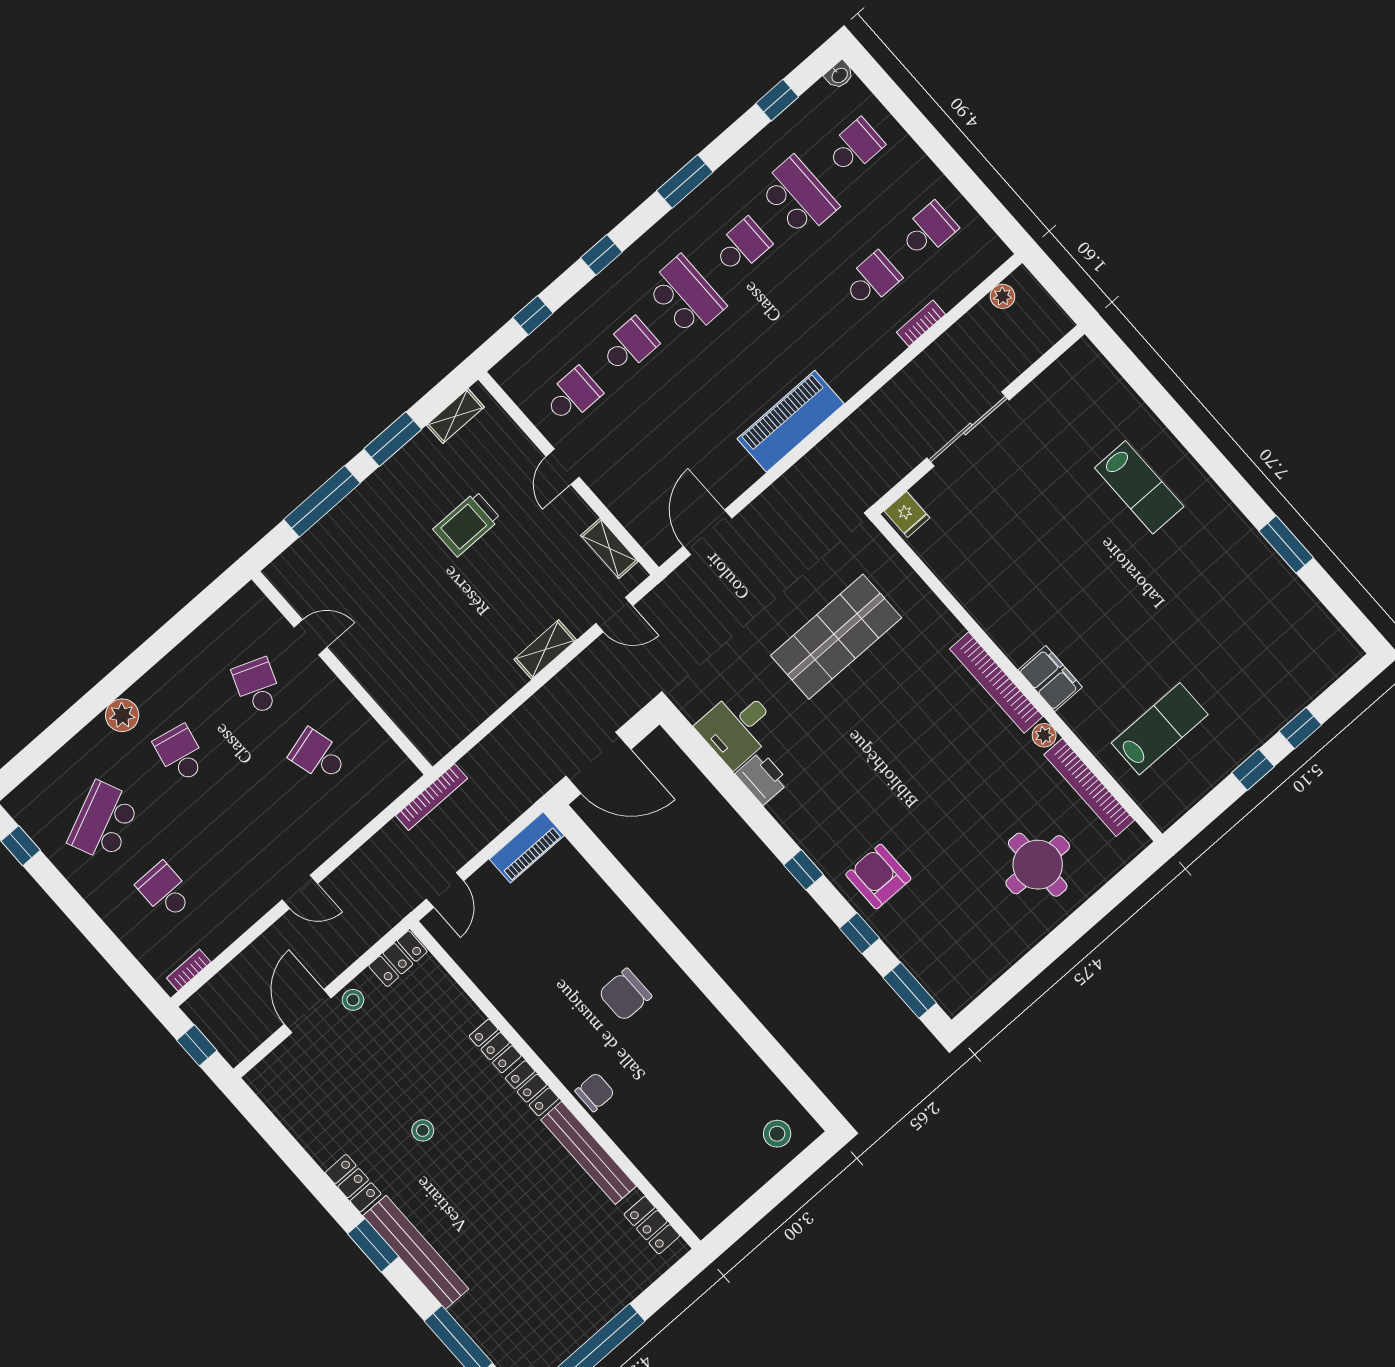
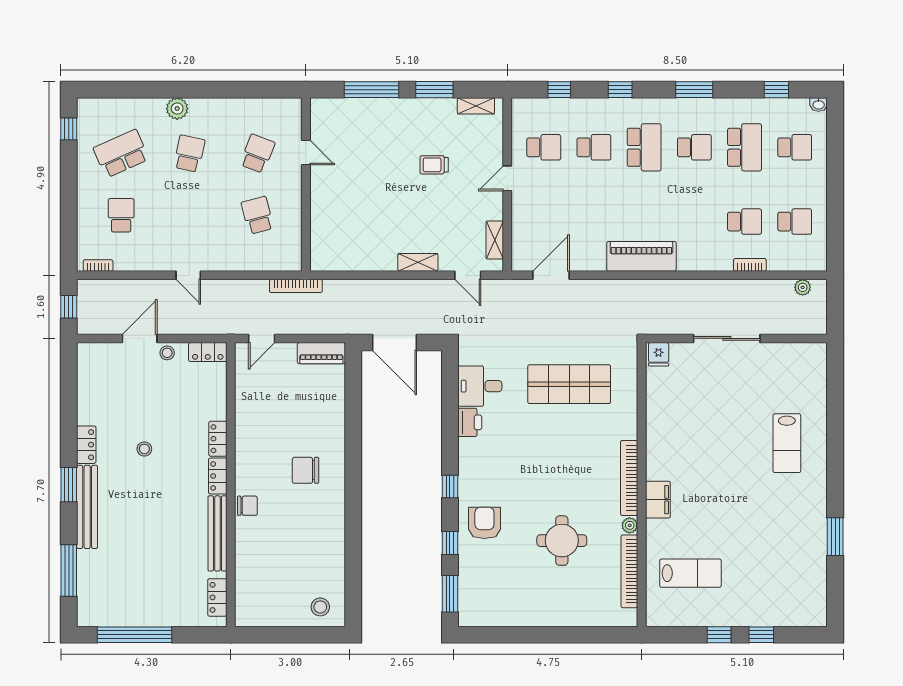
trolley: (467, 524) -> (434, 165), width x0.73, depth x0.72
round table: (1038, 865) -> (562, 541), moved

